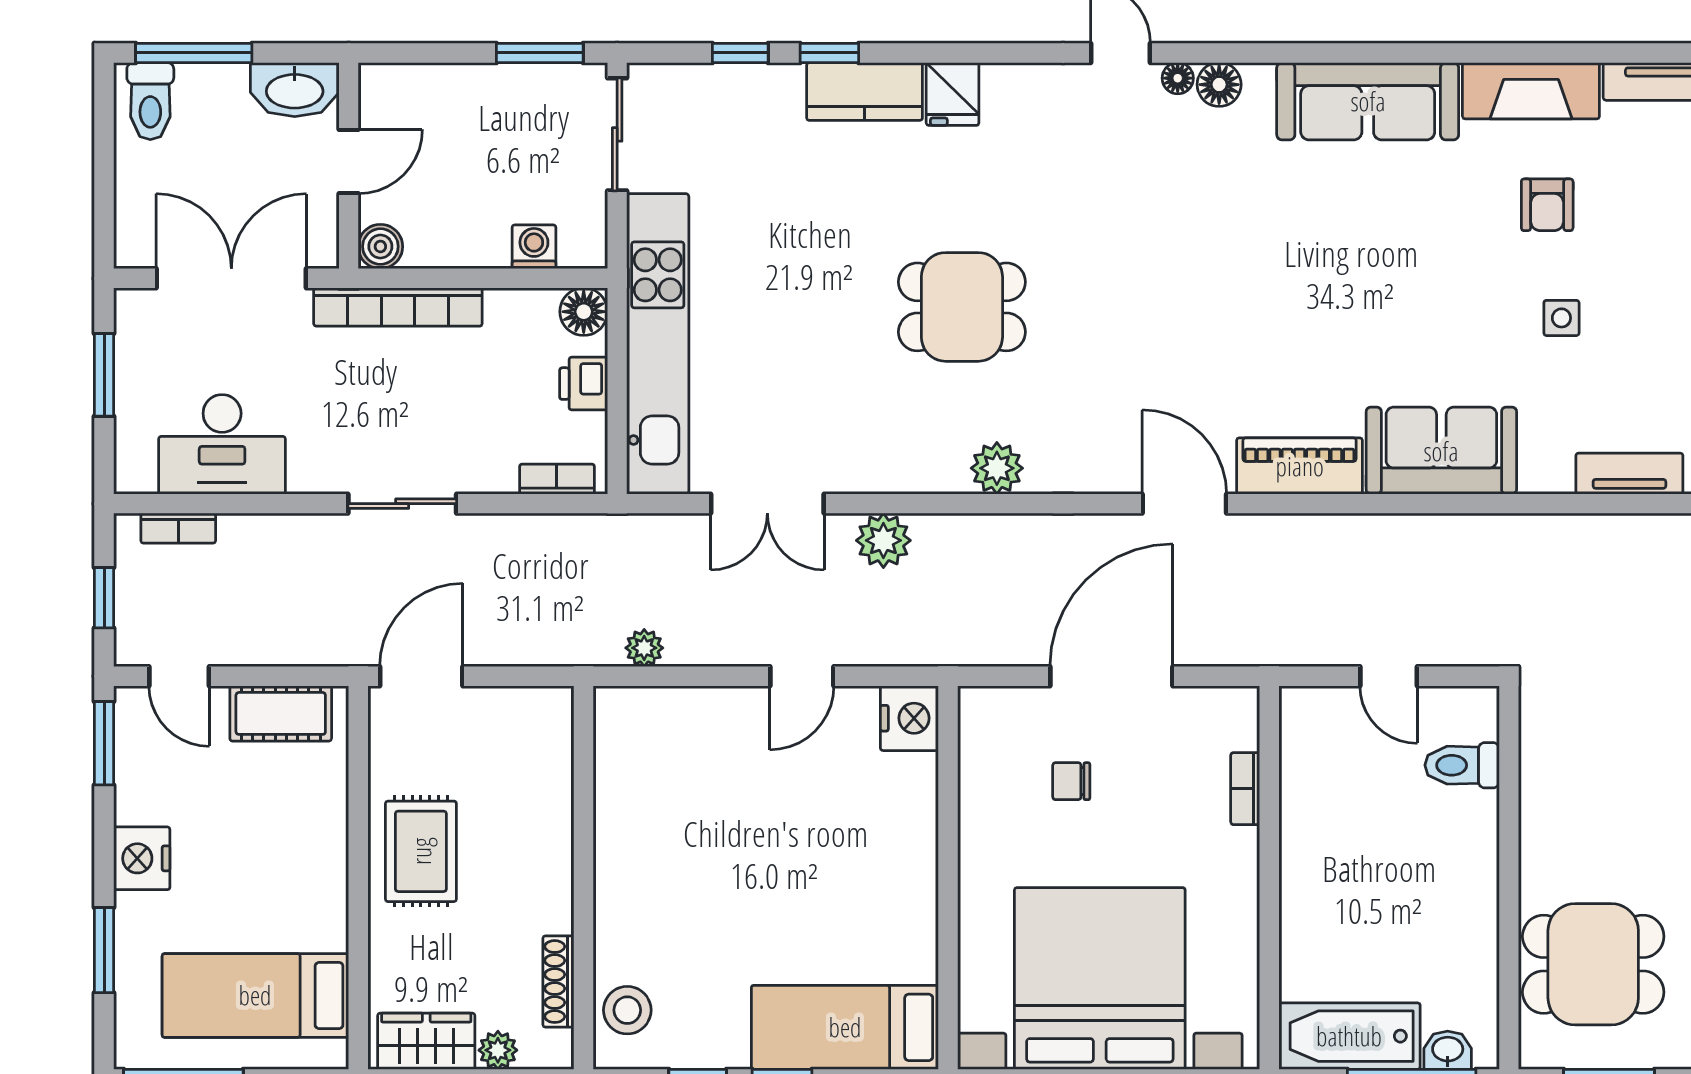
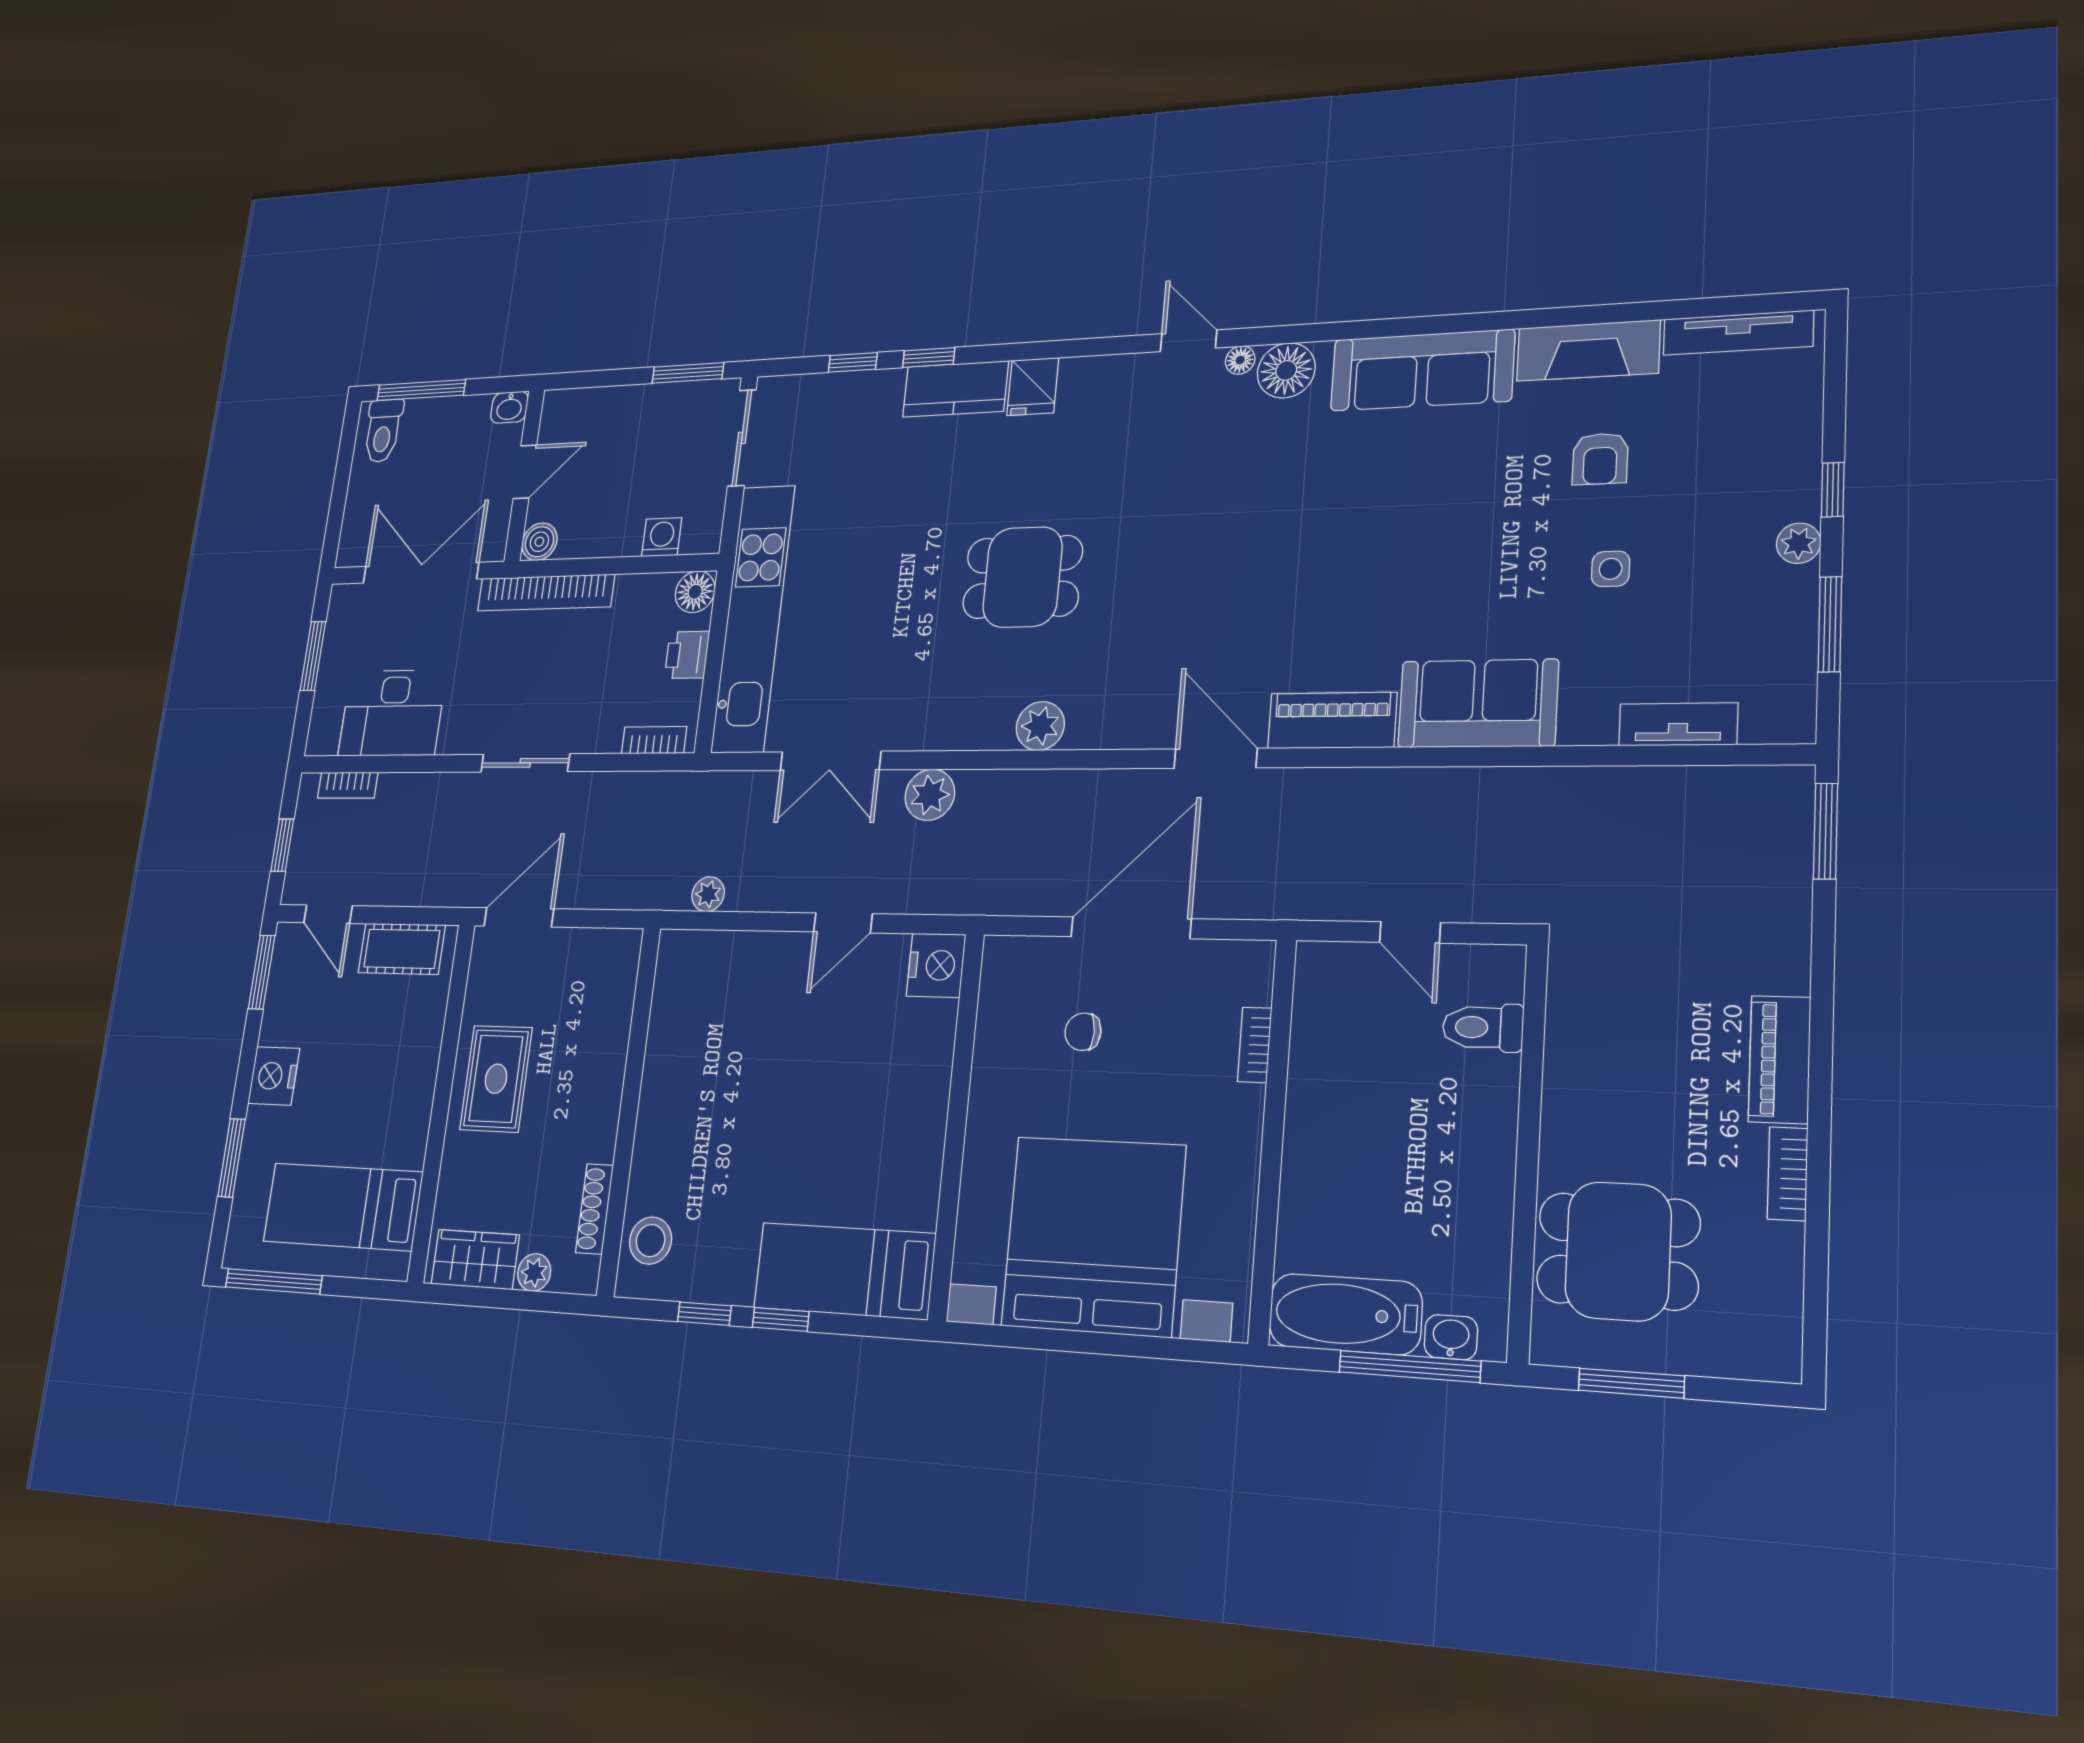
floor lamp: (1219, 85) -> (1286, 370), width x1.38, depth x1.38
washbasin: (295, 90) -> (509, 407), width x0.52, depth x0.69

